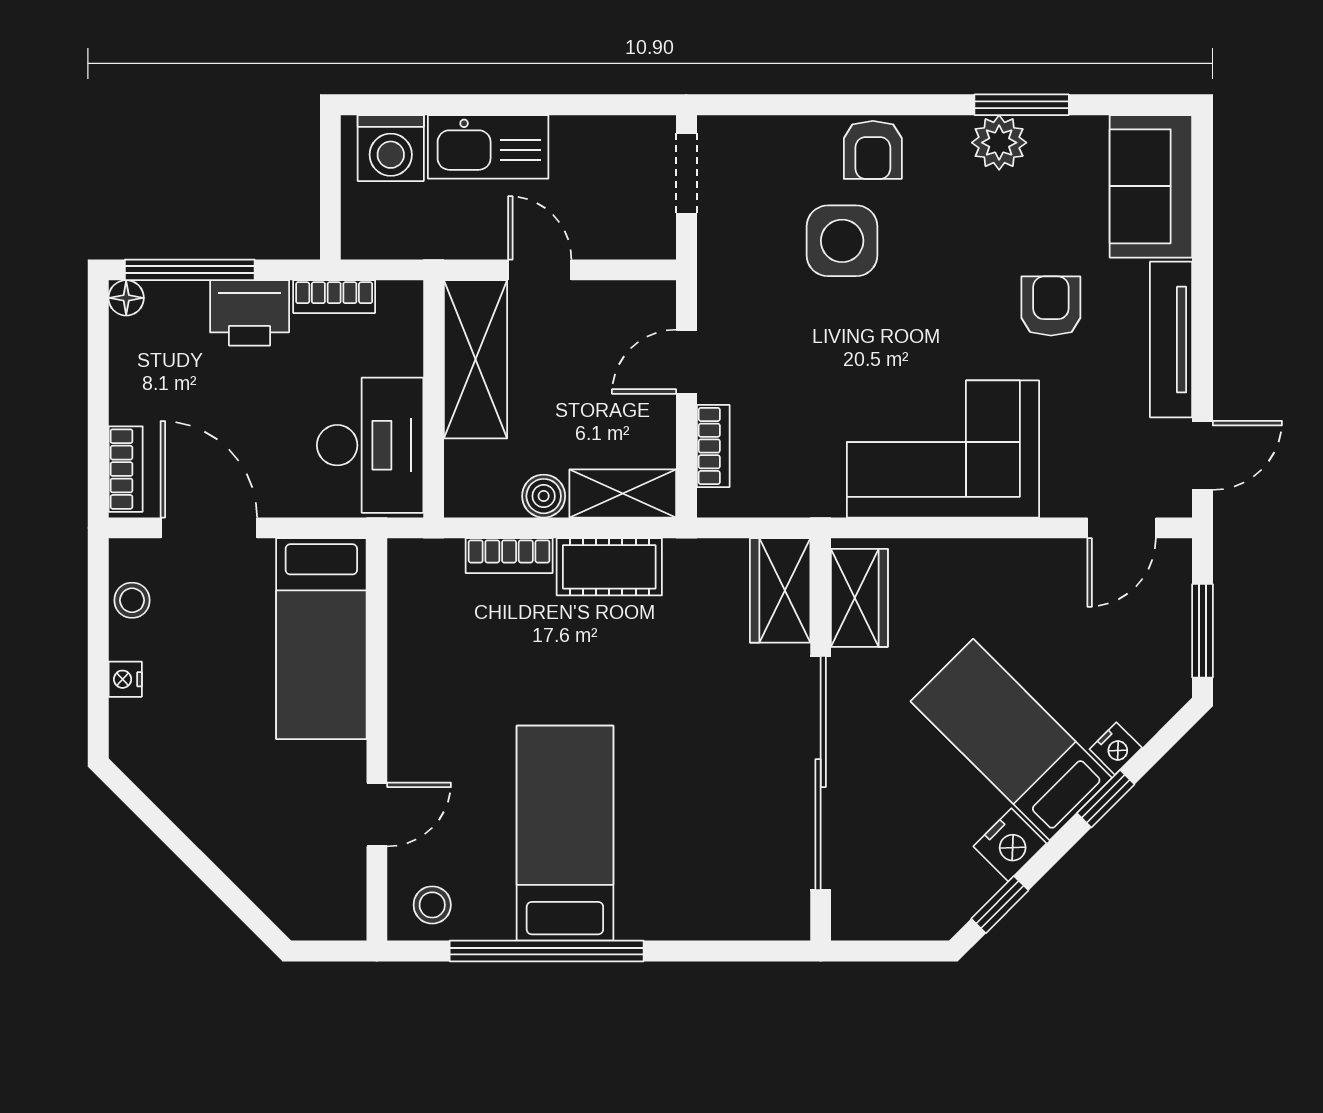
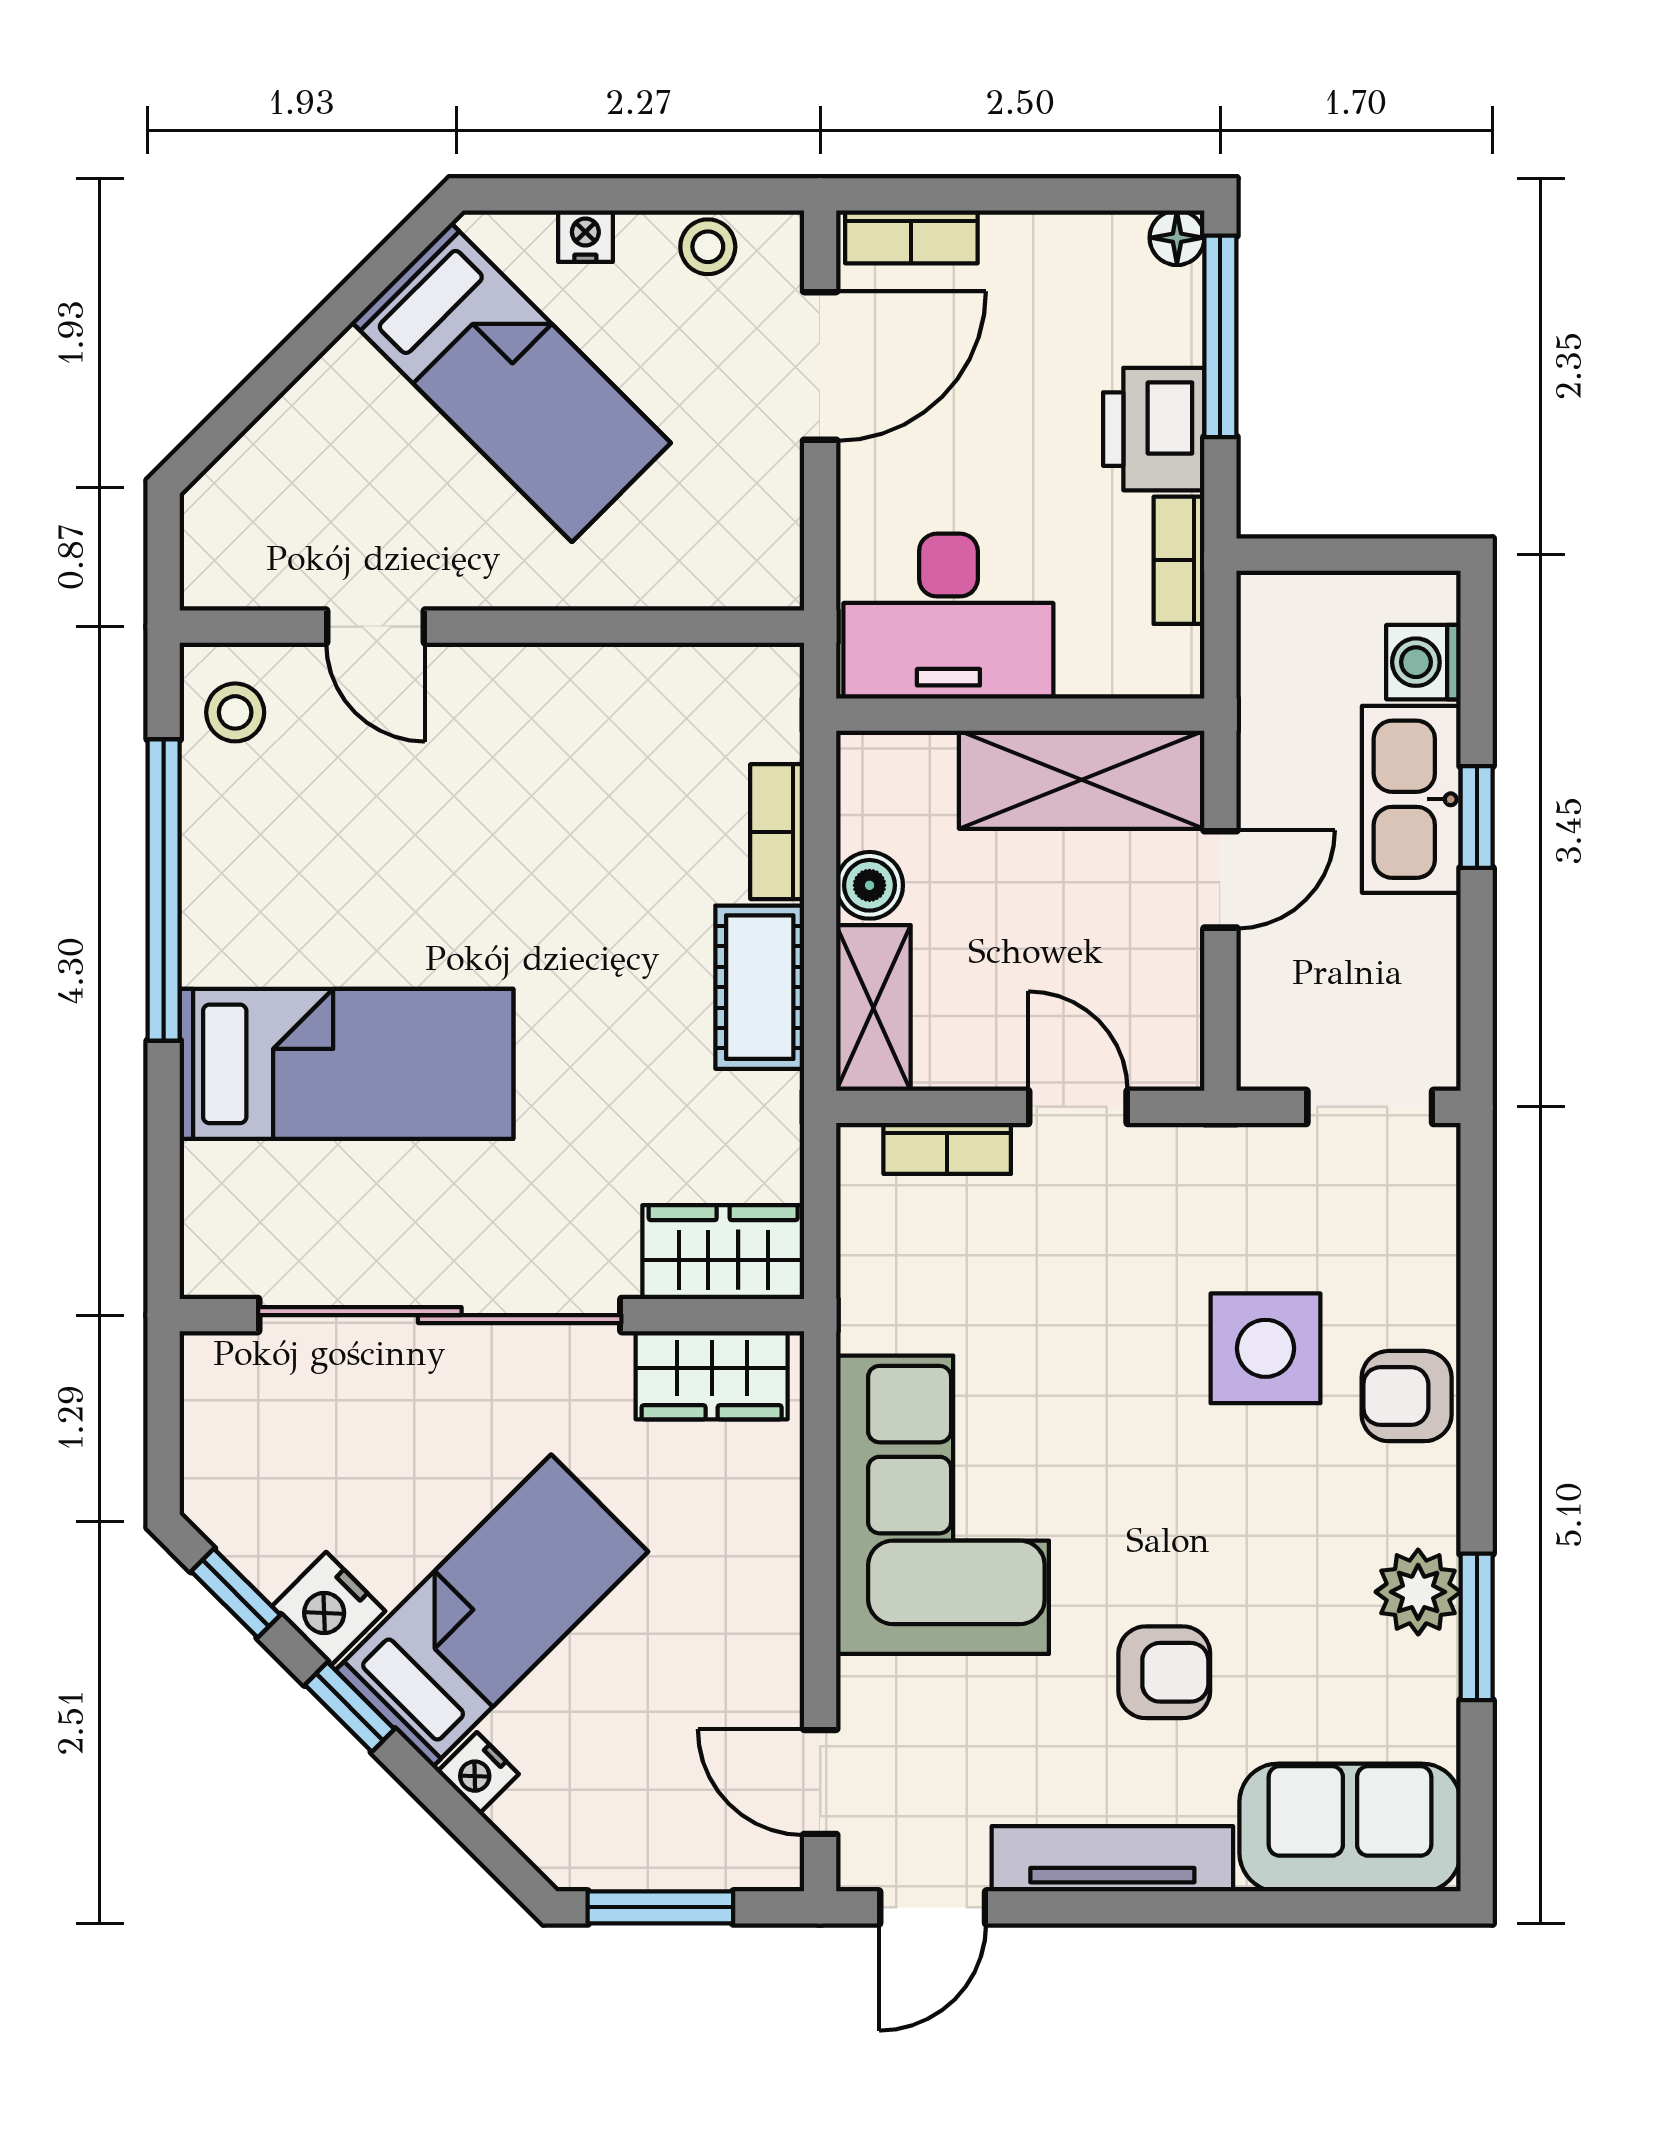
window: (500, 105) -> (1477, 817), added
washing machine: (391, 148) -> (1423, 662), width x0.73, depth x0.73
door: (1202, 455) -> (933, 1907), hinge flipped
bed: (321, 639) -> (511, 382), moved, turned -135
window: (1106, 799) -> (350, 1707), moved
bed: (565, 833) -> (347, 1064), moved

